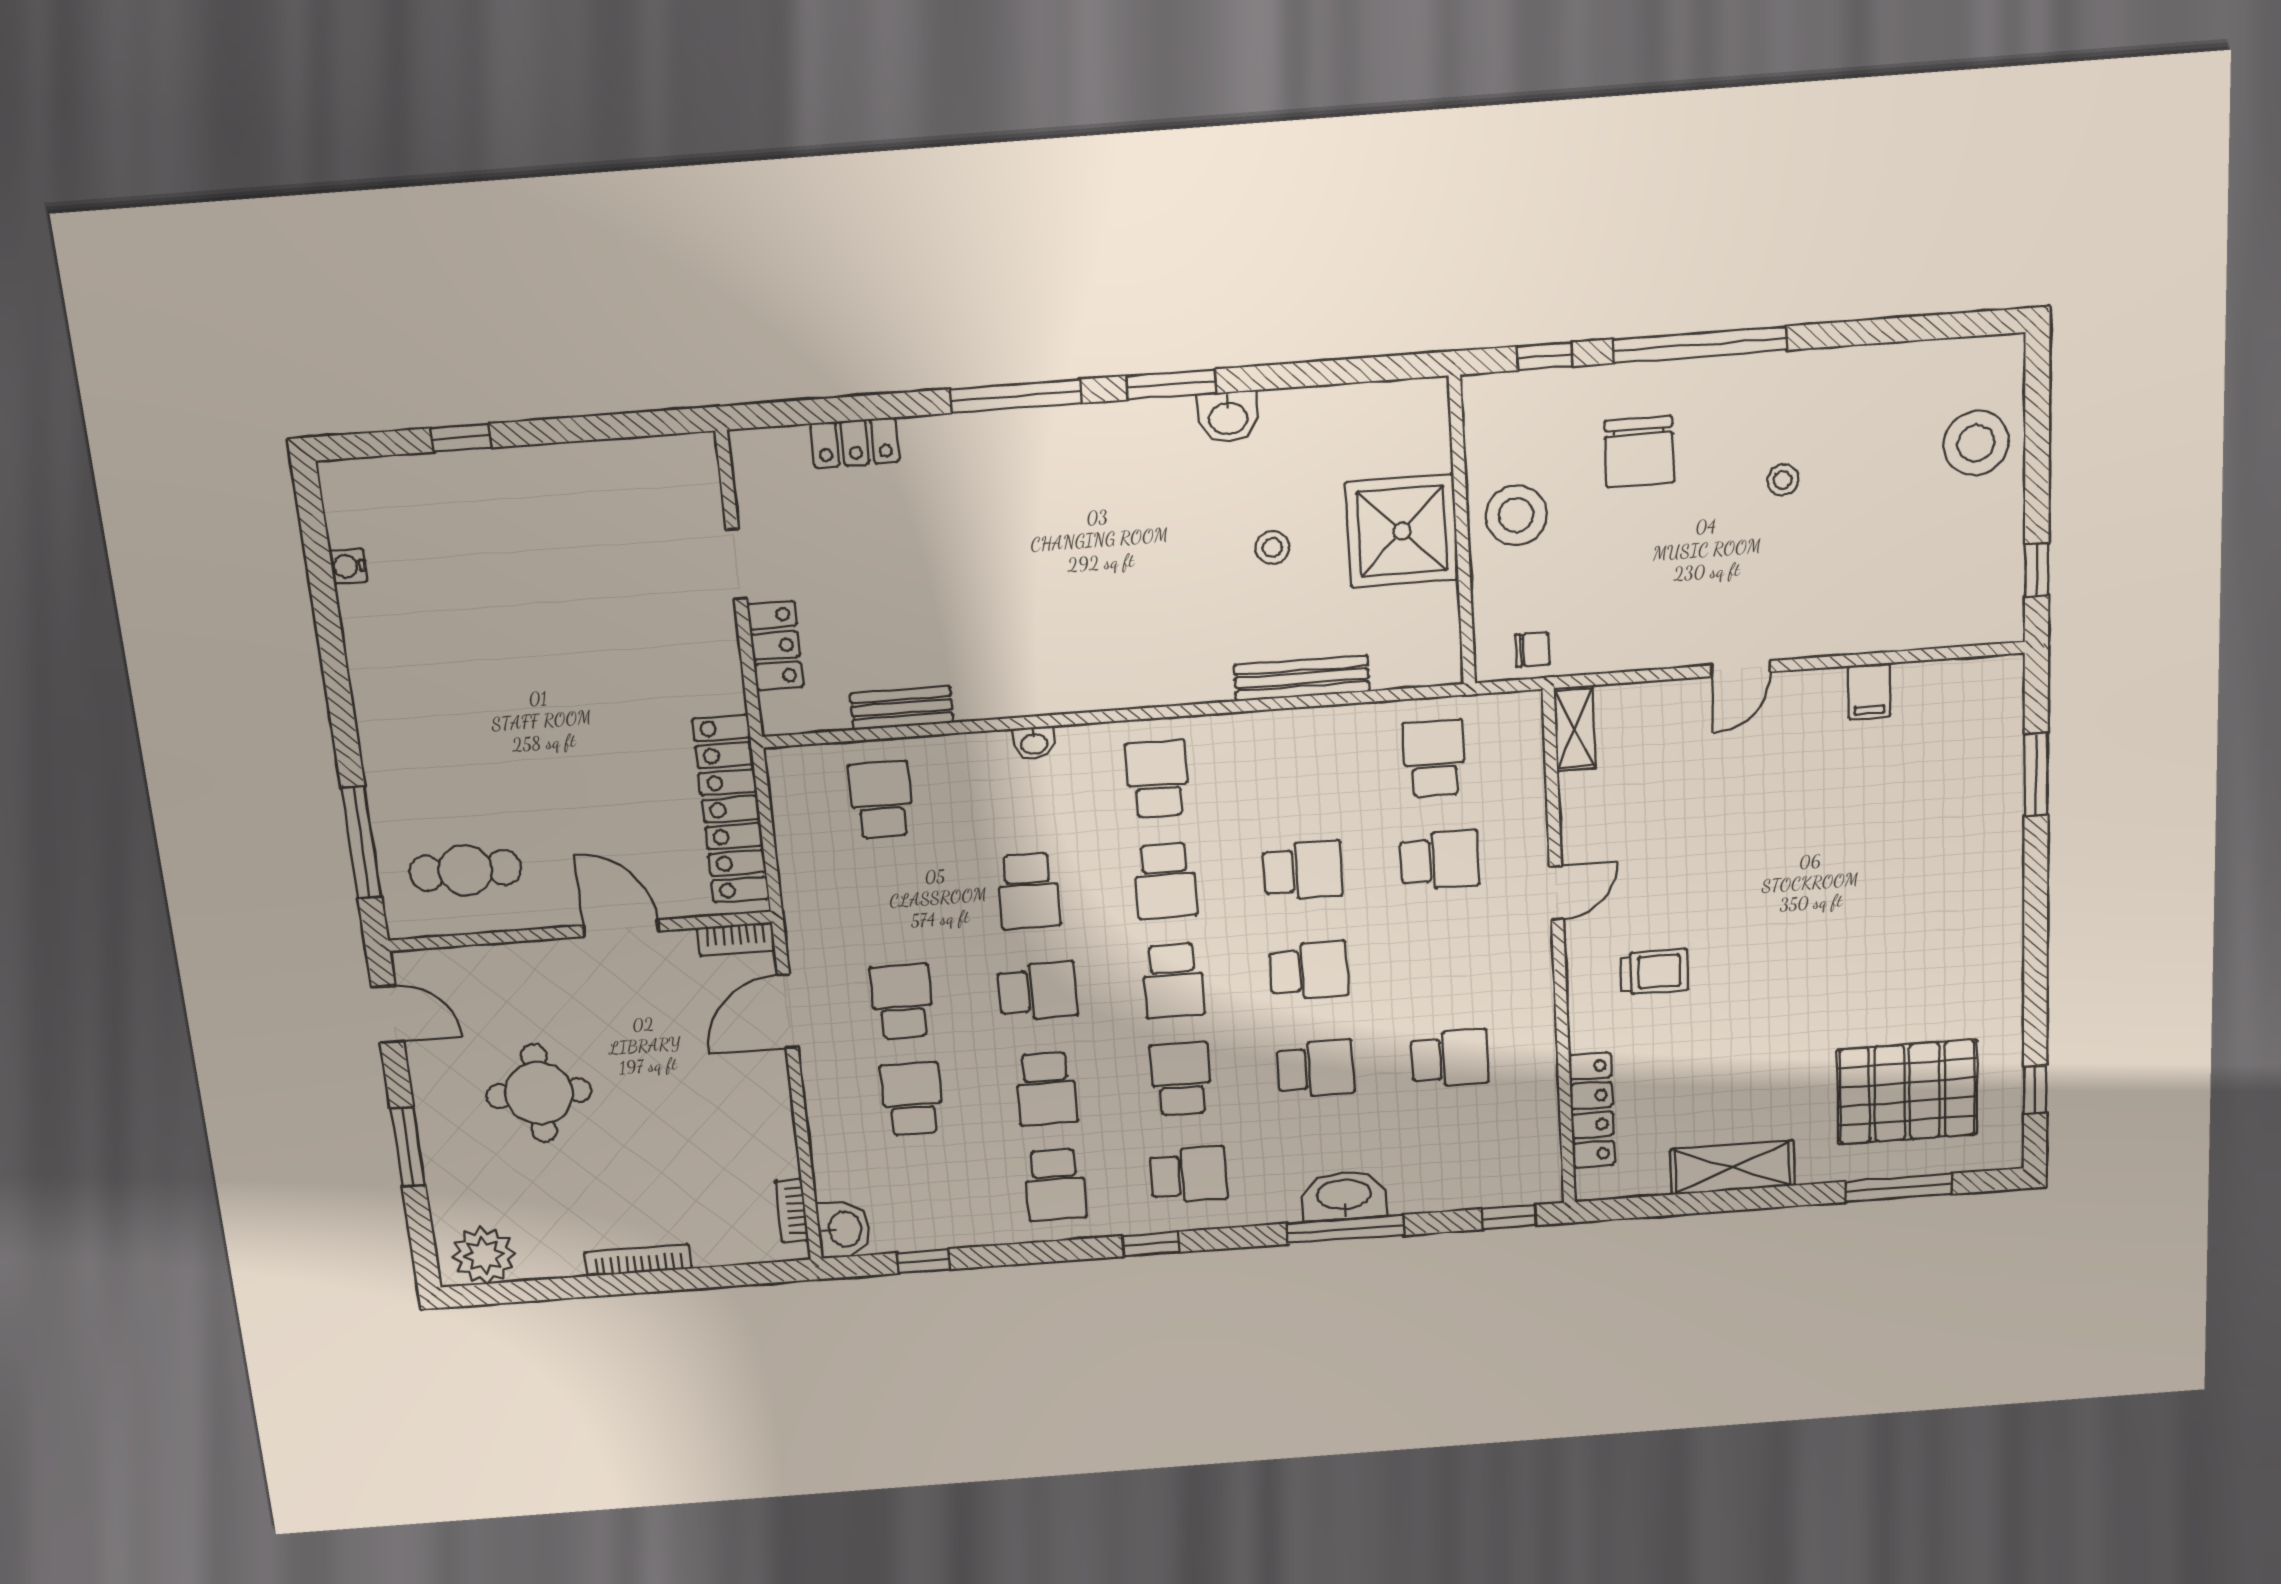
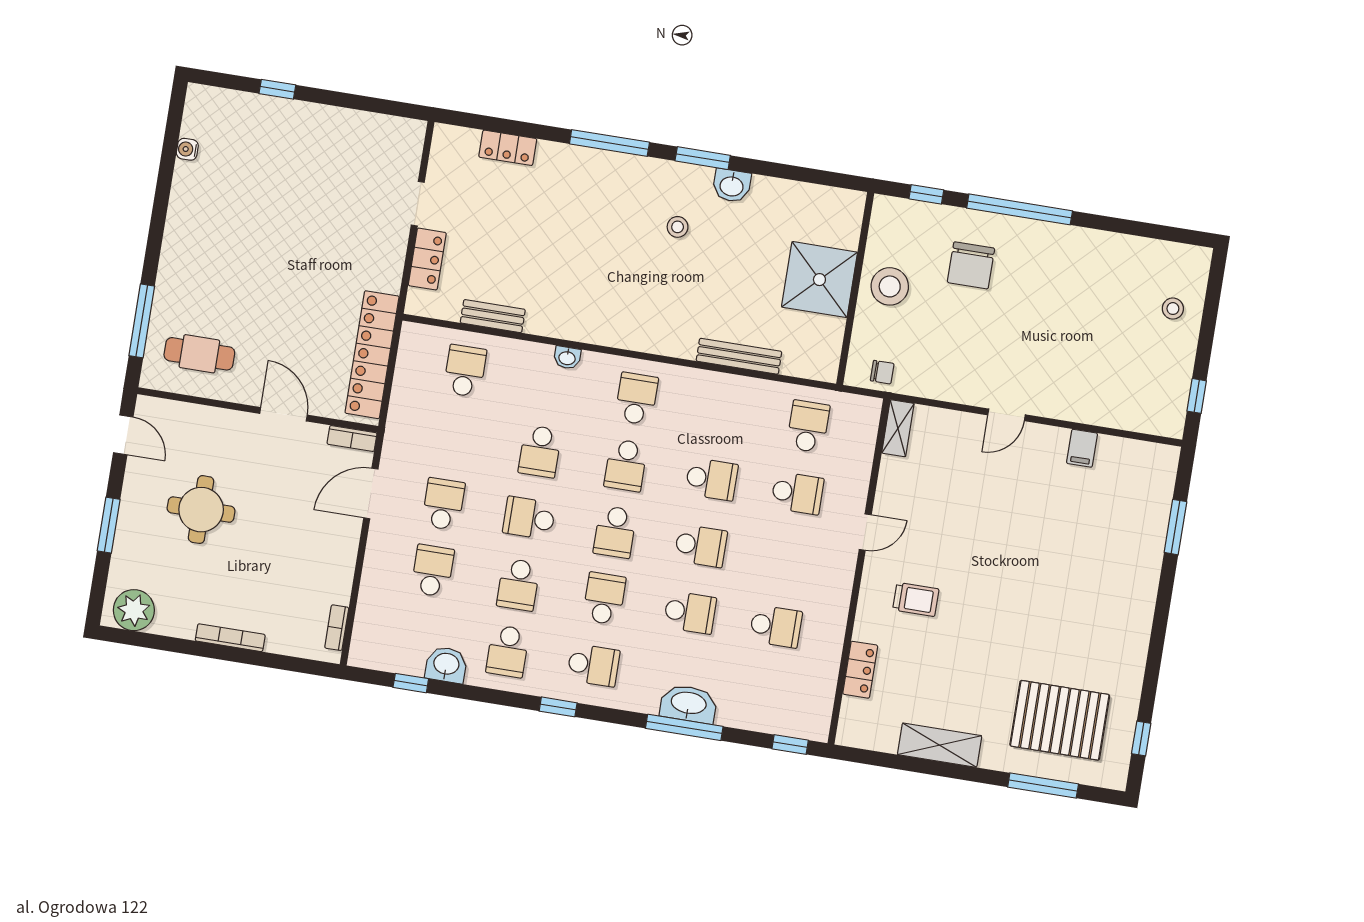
stool: (1976, 443) -> (1173, 309), width x0.53, depth x0.53
stool: (1783, 480) -> (1053, 303), removed
stool: (1272, 548) -> (678, 227), moved
school desk: (1038, 991) -> (529, 518), turned 180
locker: (1592, 1110) -> (860, 670), width x0.66
washbasin: (844, 1229) -> (446, 665), moved, turned -90

